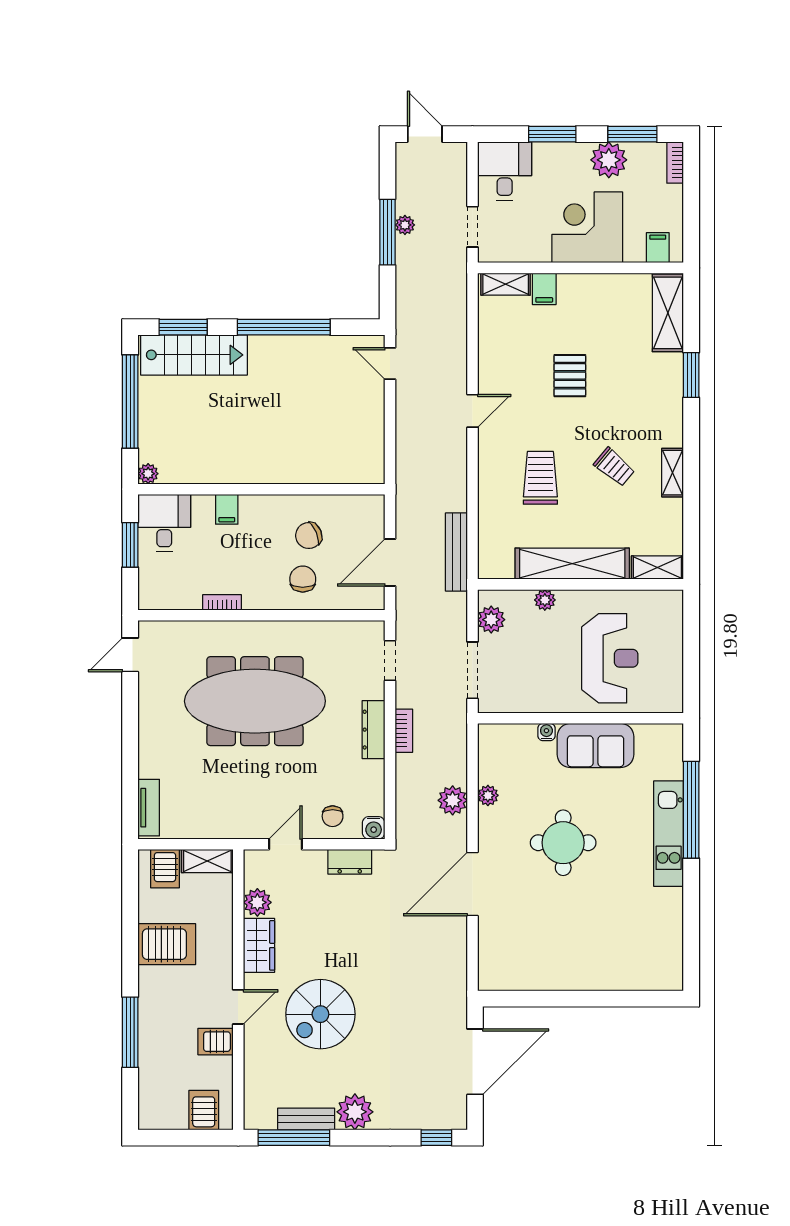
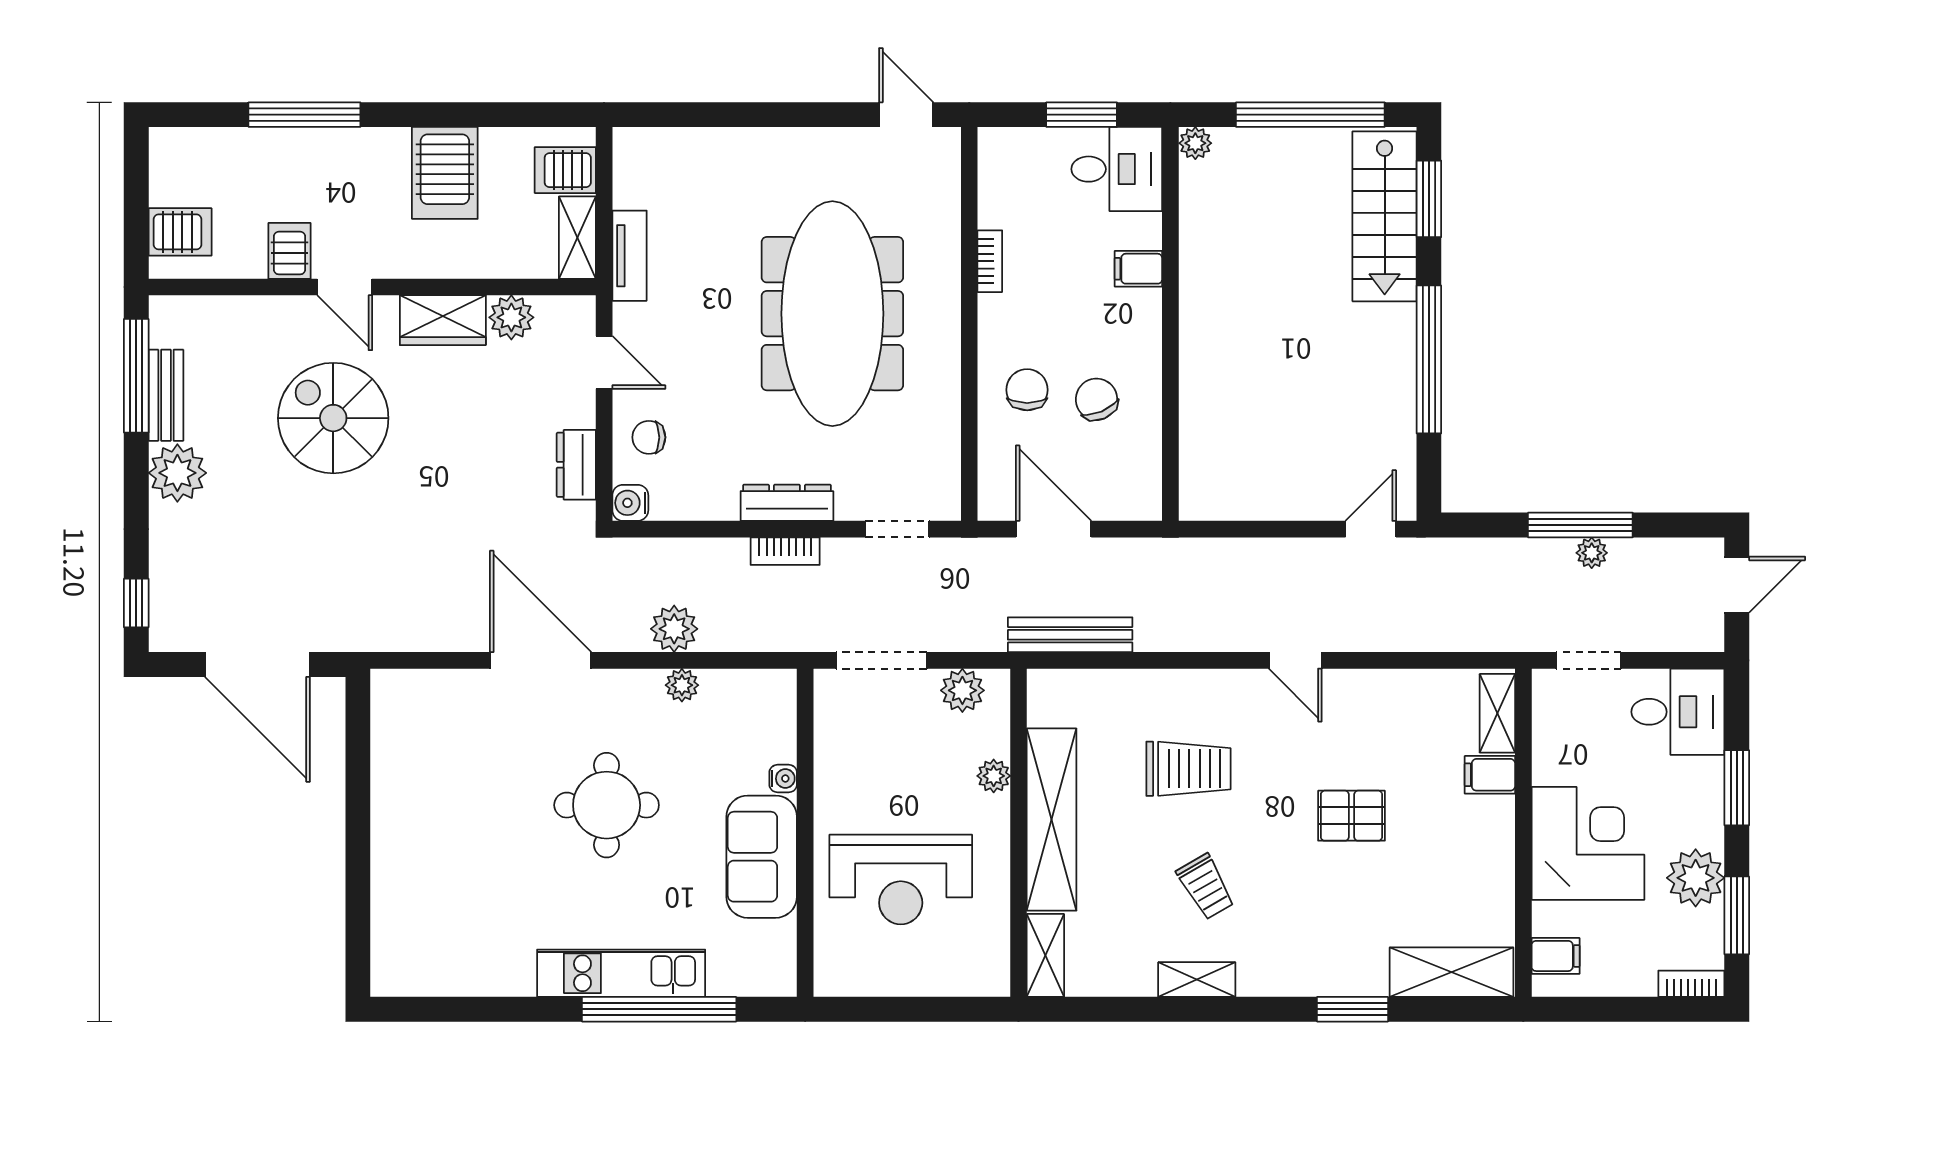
trolley: (614, 467) -> (1206, 887), turned -70
chair: (303, 579) -> (1027, 390), turned -90
tv unit: (149, 808) -> (629, 256), moved, turned -90

